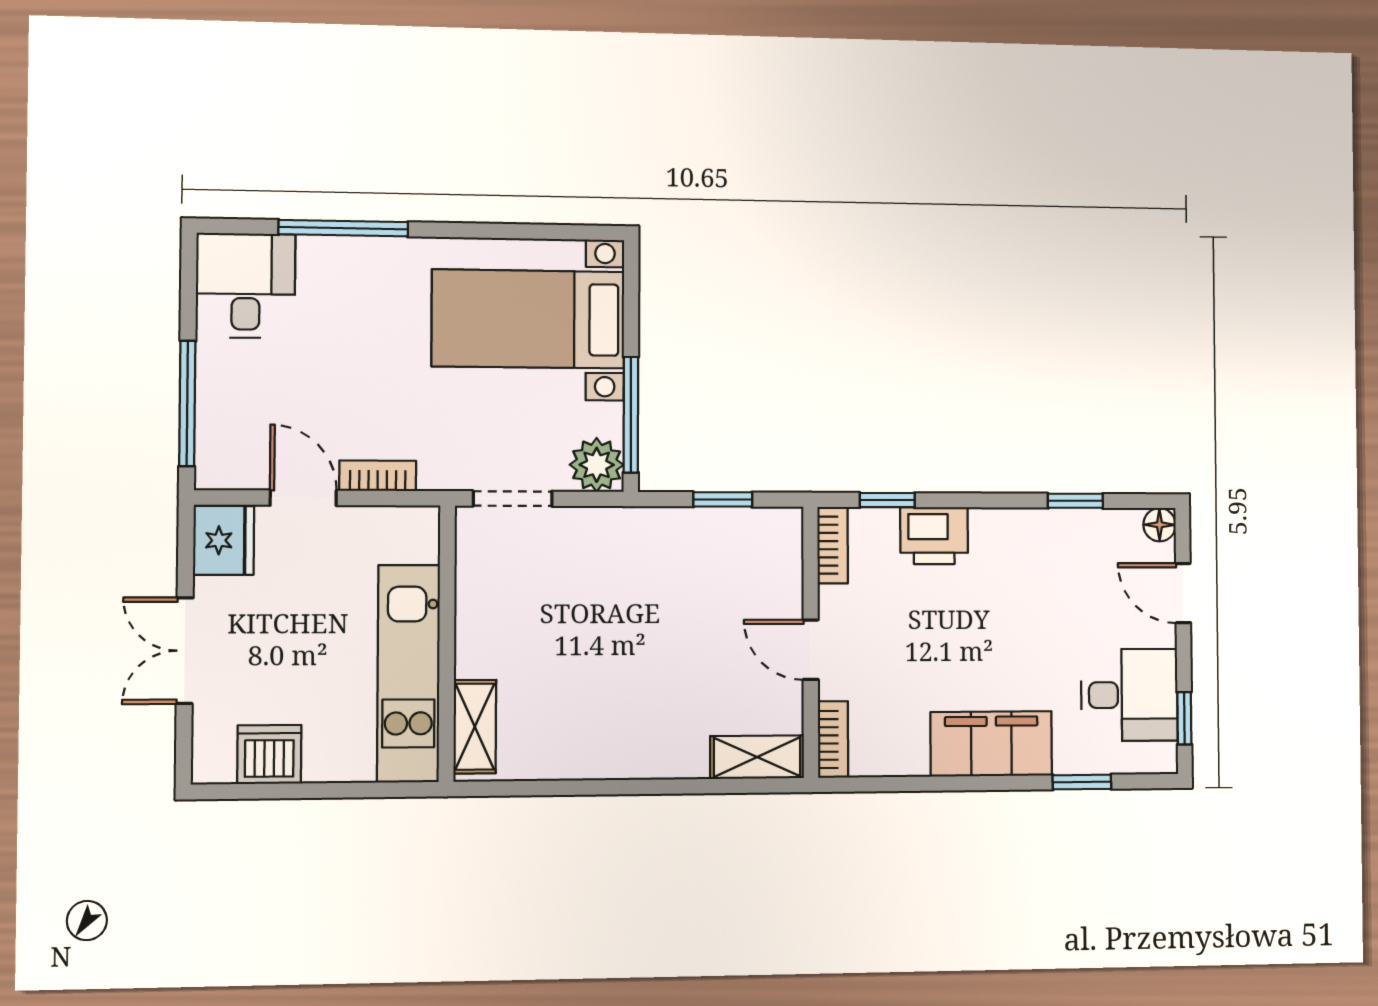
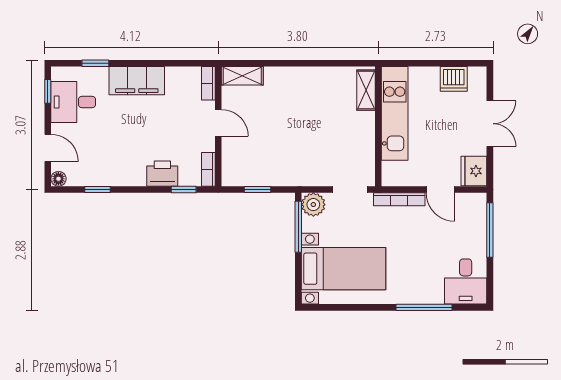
bookcase: (378, 476) -> (399, 199), width x1.56

